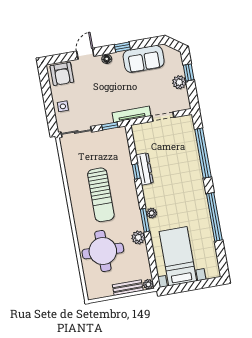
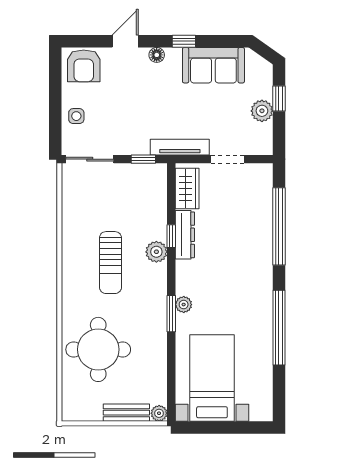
wardrobe: (141, 140) -> (187, 189), added
sun lounger: (101, 195) -> (110, 263), width x0.73, depth x0.75
plant: (138, 238) -> (156, 252), moved

